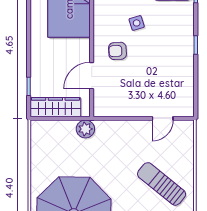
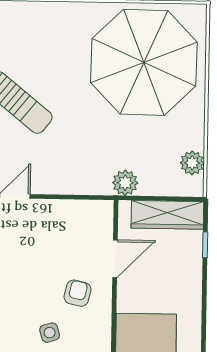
armchair: (118, 51) -> (78, 293), turned -74
plant: (39, 144) -> (192, 163), added

